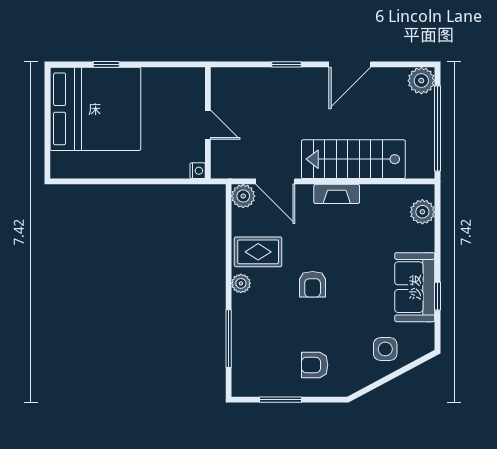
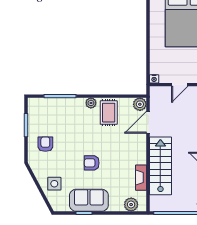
fireplace: (337, 194) -> (141, 178), moved
armchair: (313, 284) -> (92, 163), moved

